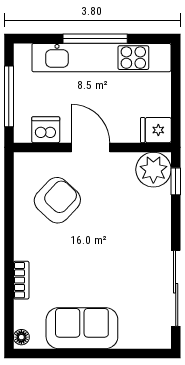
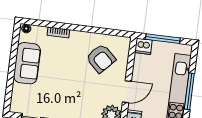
dishwasher: (46, 130) -> (143, 46), moved, turned 90
door: (91, 147) -> (127, 92), moved

